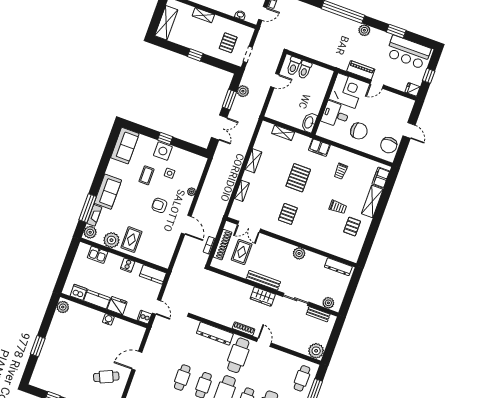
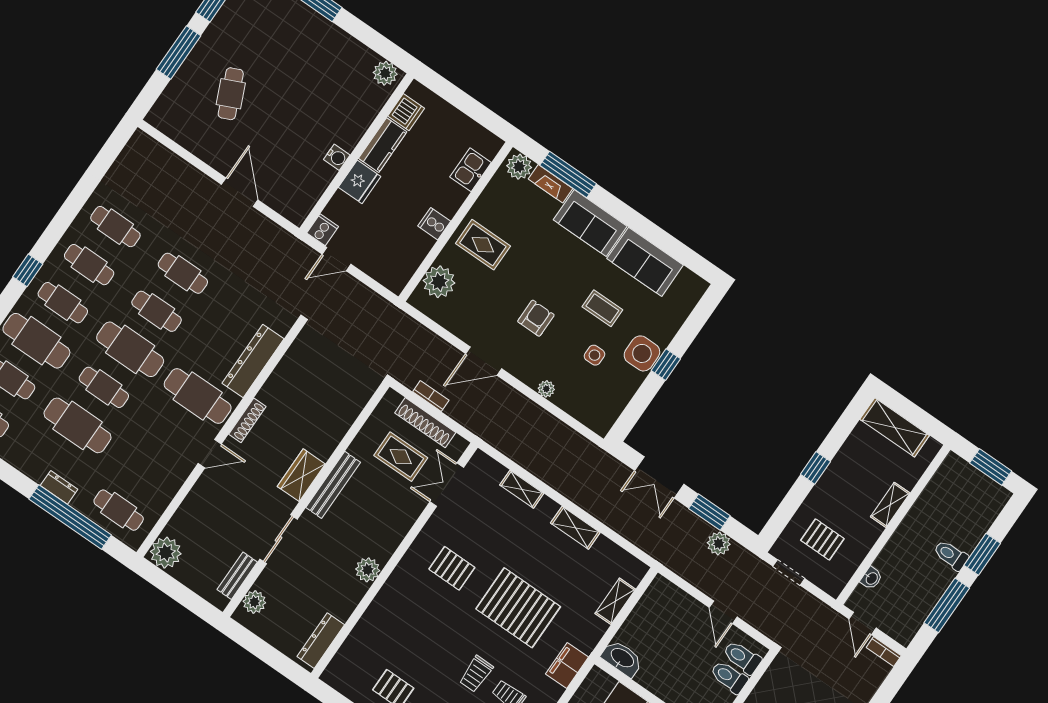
sofa: (125, 146) -> (645, 262), moved
pallet: (298, 178) -> (518, 608), width x1.37, depth x1.41
trolley: (338, 207) -> (476, 674), moved
plant: (111, 240) -> (439, 282), moved
kitchen counter: (153, 275) -> (402, 269), removed
cafe table: (106, 377) -> (231, 94), moved

